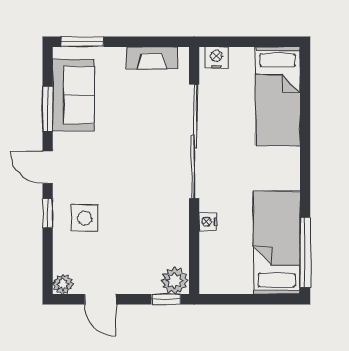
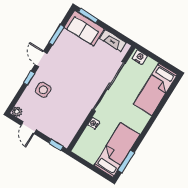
sofa: (73, 95) -> (84, 28), moved, turned 90
window: (305, 252) -> (126, 161), width x0.69
plant: (174, 281) -> (64, 139), removed

